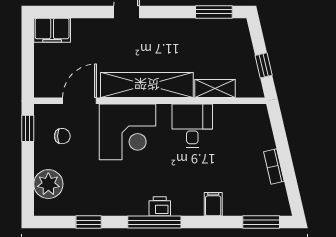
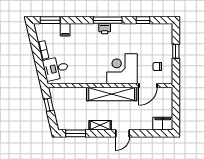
shelving: (215, 89) -> (100, 125), moved
desk: (192, 126) -> (56, 69), moved, turned 77
window: (28, 128) -> (176, 51), moved
plant: (48, 184) -> (165, 41), removed
filing cabinet: (213, 204) -> (65, 30), moved

